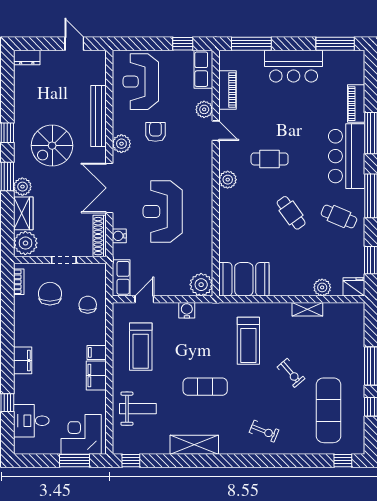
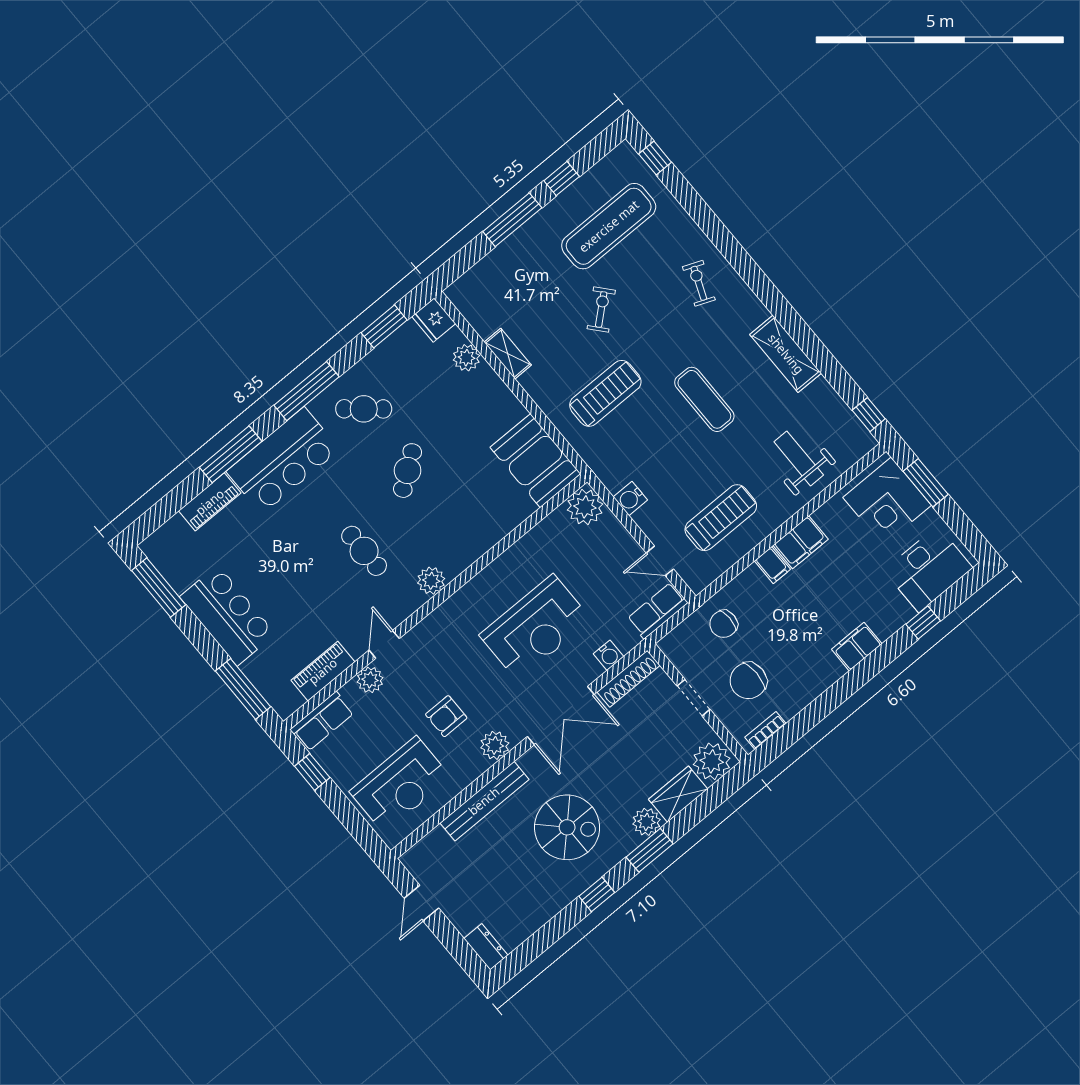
cafe table: (339, 217) -> (364, 409), turned -73
desk: (31, 421) -> (928, 569), width x1.37

